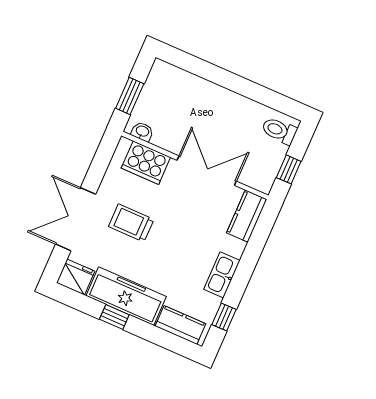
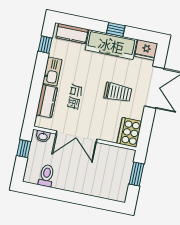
toilet: (279, 131) -> (46, 176), moved, turned -90
washbasin: (142, 132) -> (43, 136), moved
cooker: (146, 163) -> (129, 132), moved, turned -90
kitchen counter: (247, 216) -> (47, 101), moved

